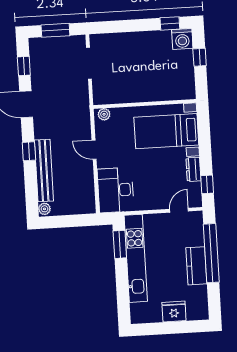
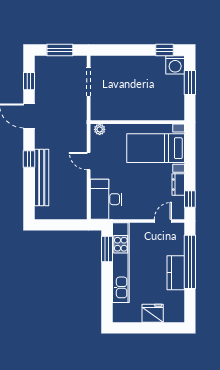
window: (200, 57) -> (190, 83), width x1.50
plant: (44, 209) -> (40, 212), removed

